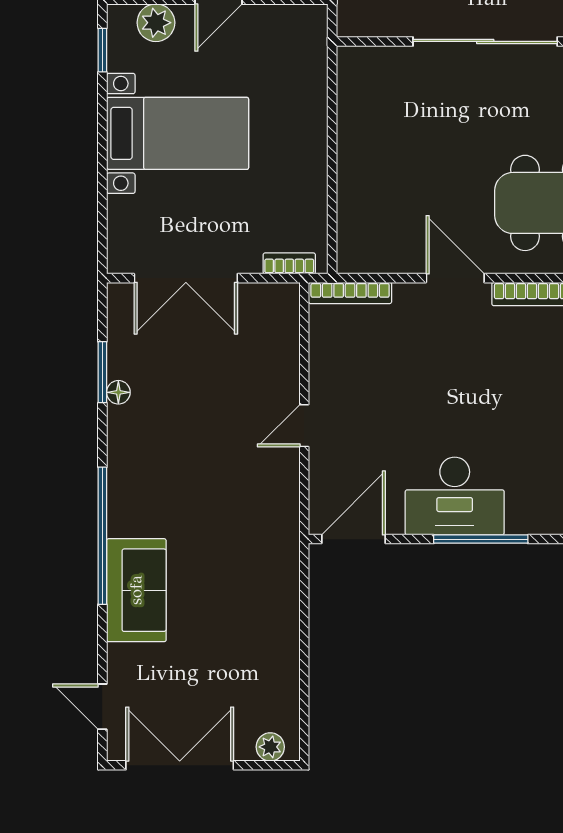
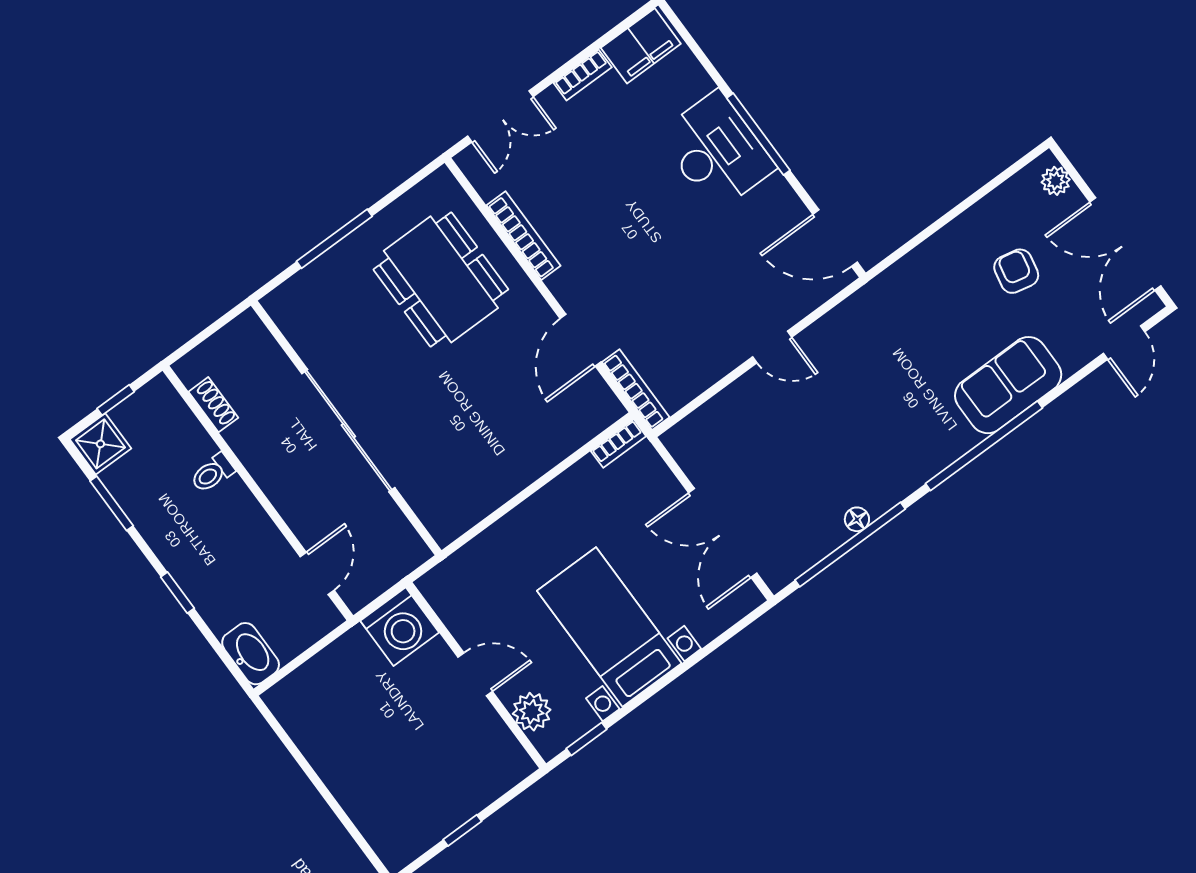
bookcase: (289, 263) -> (618, 444), moved, turned -90
double door: (186, 278) -> (723, 533), swing flipped
door: (455, 278) -> (581, 340), moved
window: (102, 372) -> (850, 544), width x2.11
desk: (455, 496) -> (717, 151), moved
armchair: (222, 663) -> (1016, 271), added

